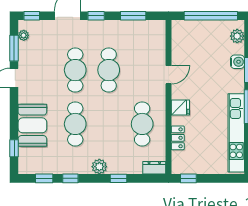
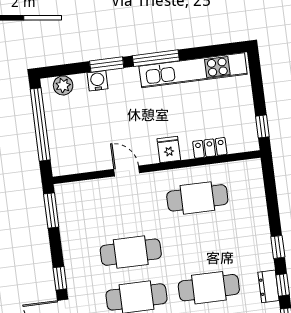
window: (133, 16) -> (51, 210), moved
plant: (99, 167) -> (262, 248), removed
dresser: (154, 168) -> (268, 286), moved
window: (119, 178) -> (278, 247), moved

